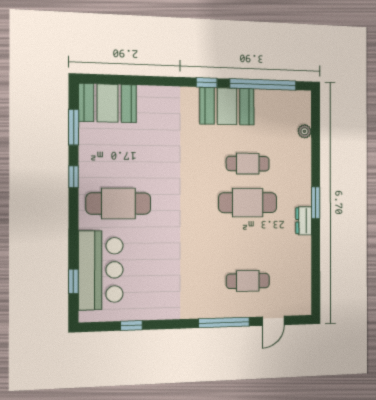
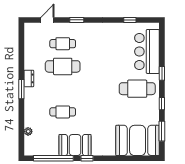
booth: (108, 103) -> (138, 140), width x1.36, depth x1.42
cafe table: (248, 203) -> (63, 66), moved
window: (73, 281) -> (162, 73), moved
window: (224, 322) -> (77, 20), width x0.46

